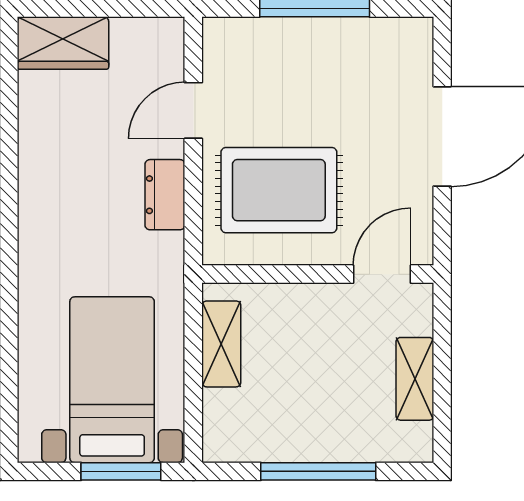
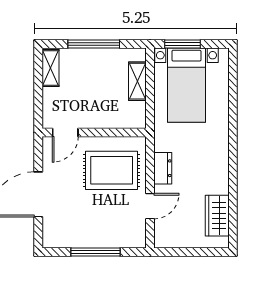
wardrobe: (63, 43) -> (217, 216), moved, turned -90
shelving: (221, 344) -> (137, 81), moved
shelving: (415, 379) -> (50, 68), moved

